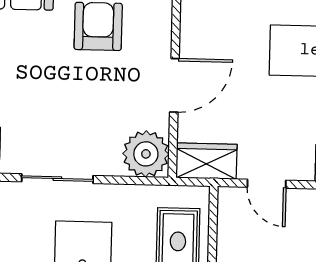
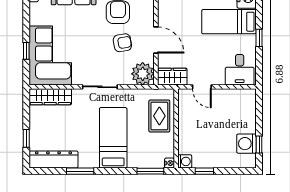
door: (174, 85) -> (156, 40), hinge flipped
armchair: (106, 89) -> (122, 43), added

